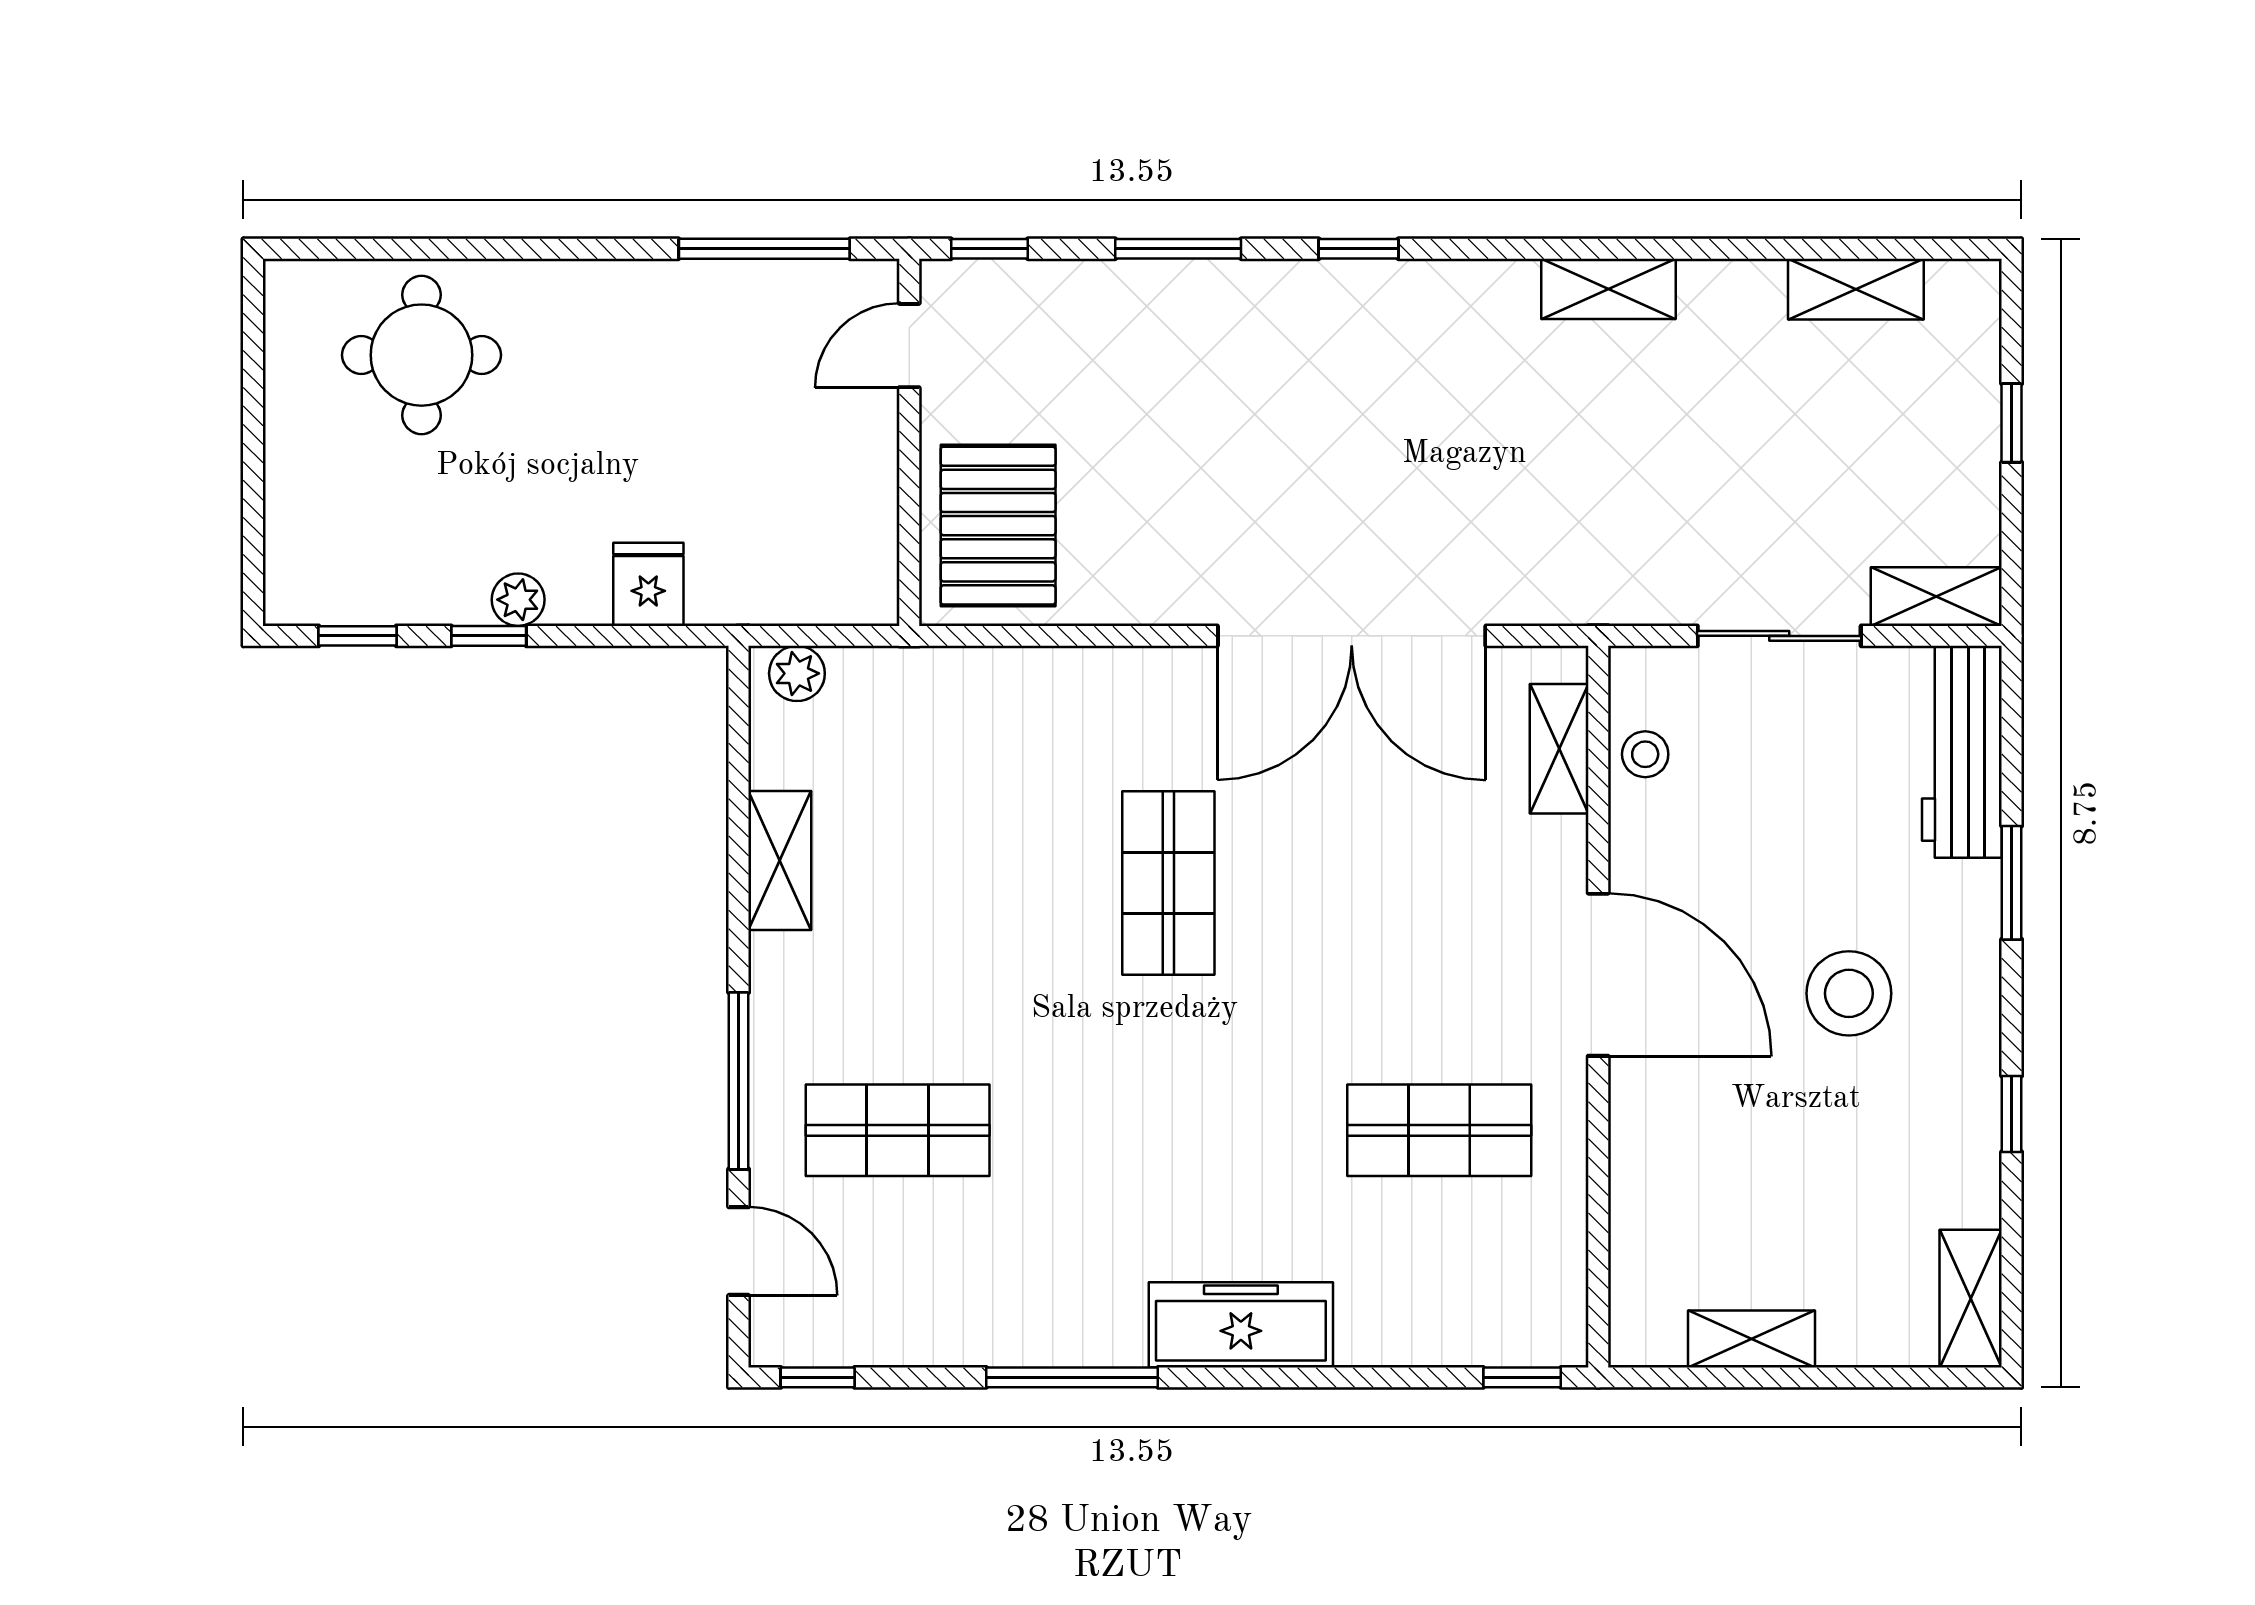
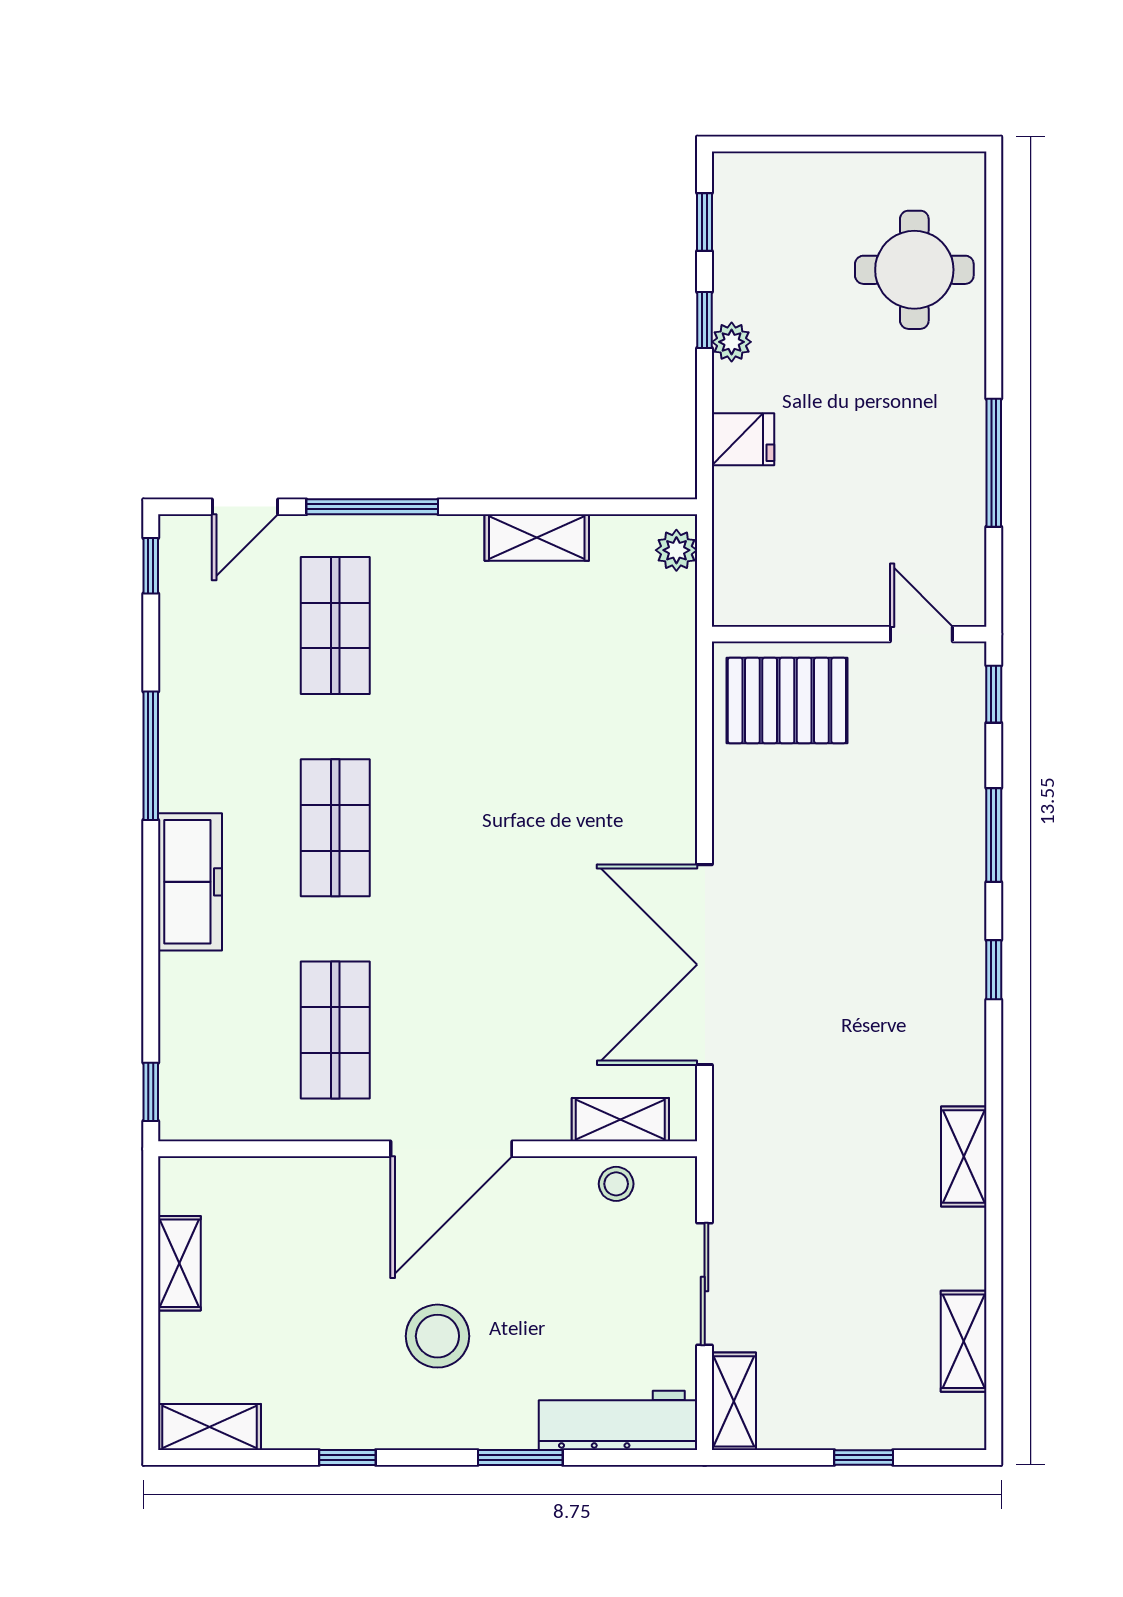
window: (764, 249) -> (994, 463), moved
shop shelf: (1168, 883) -> (335, 828), moved, turned 90

